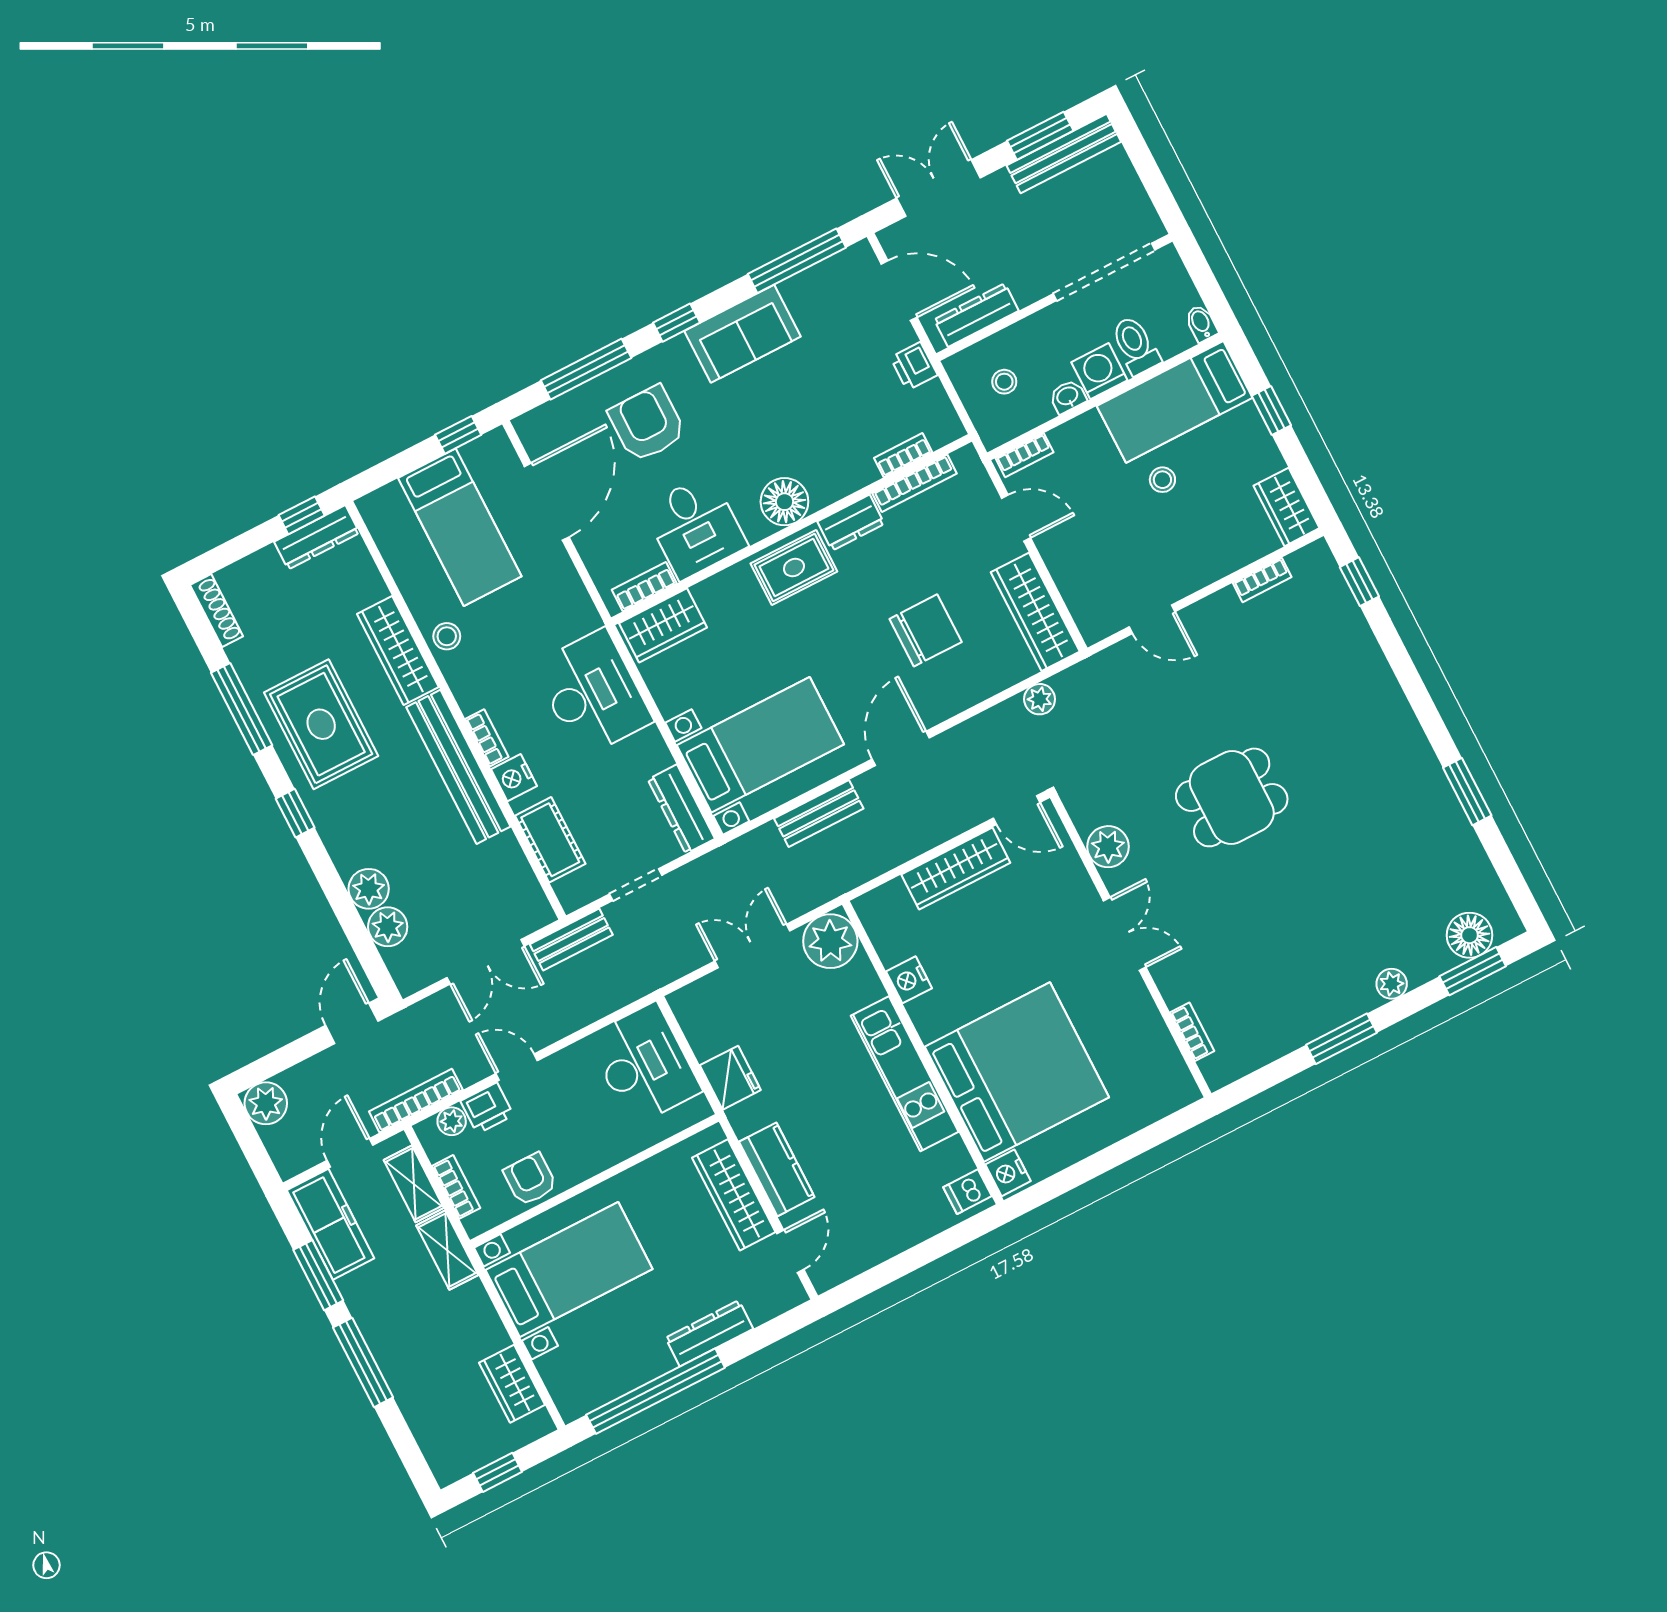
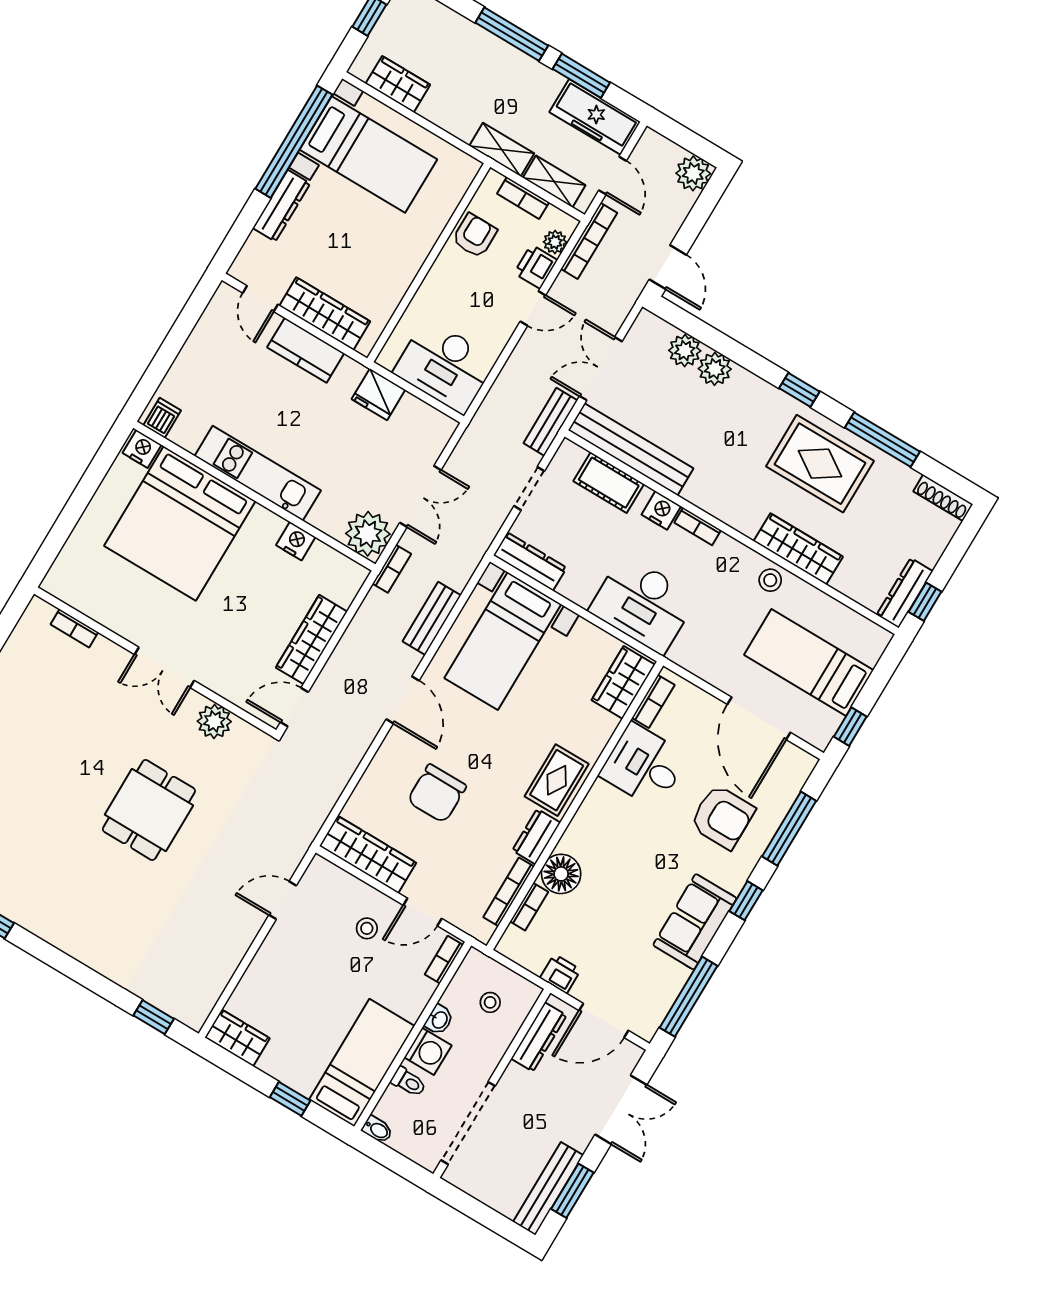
toilet: (1135, 345) -> (409, 1082), width x0.73, depth x0.72
stool: (1162, 480) -> (367, 928), moved
floor lamp: (784, 502) -> (561, 874), moved
bookcase: (1262, 580) -> (392, 569), moved, turned 180
plant: (1040, 699) -> (327, 795), removed
bench: (458, 767) -> (631, 449), moved
armchair: (530, 1179) -> (475, 236), turned -90
bed with nightstands: (569, 1270) -> (368, 155), moved, turned -90

